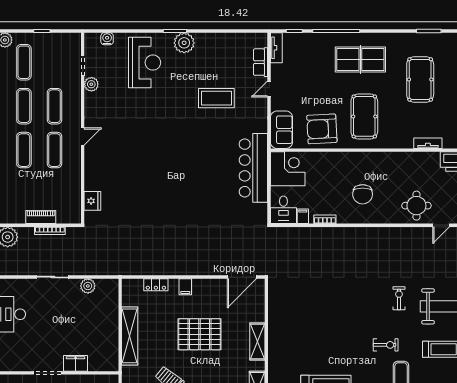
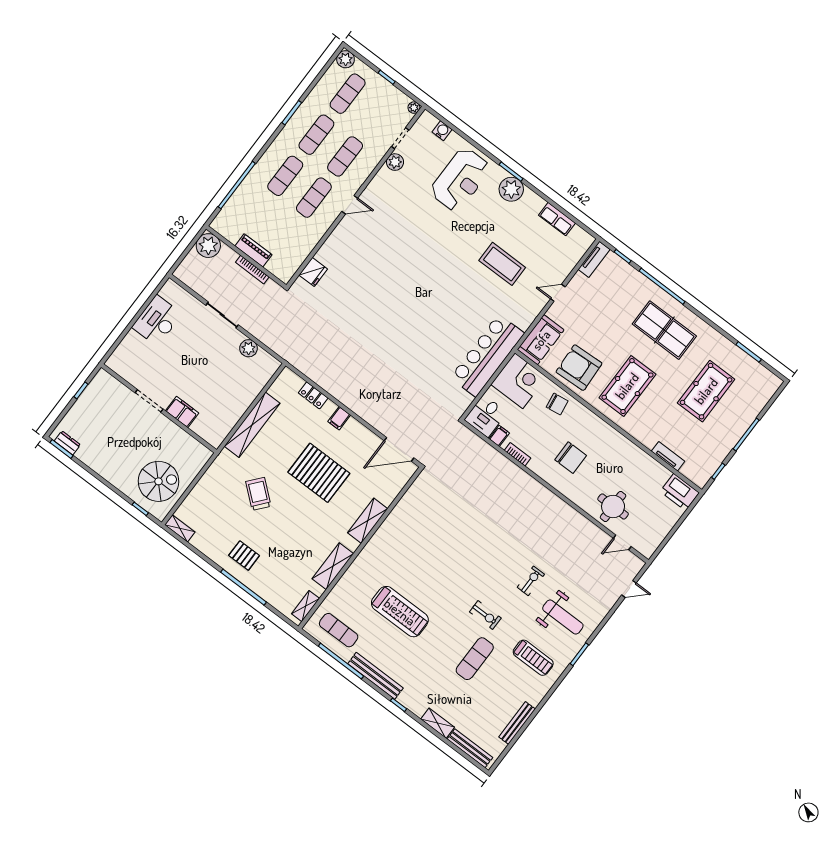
plant: (76, 38) -> (414, 108), added
row of seats: (261, 62) -> (557, 219), moved, turned -90
chair: (326, 165) -> (557, 404), added
chair: (363, 194) -> (571, 458), turned -90

